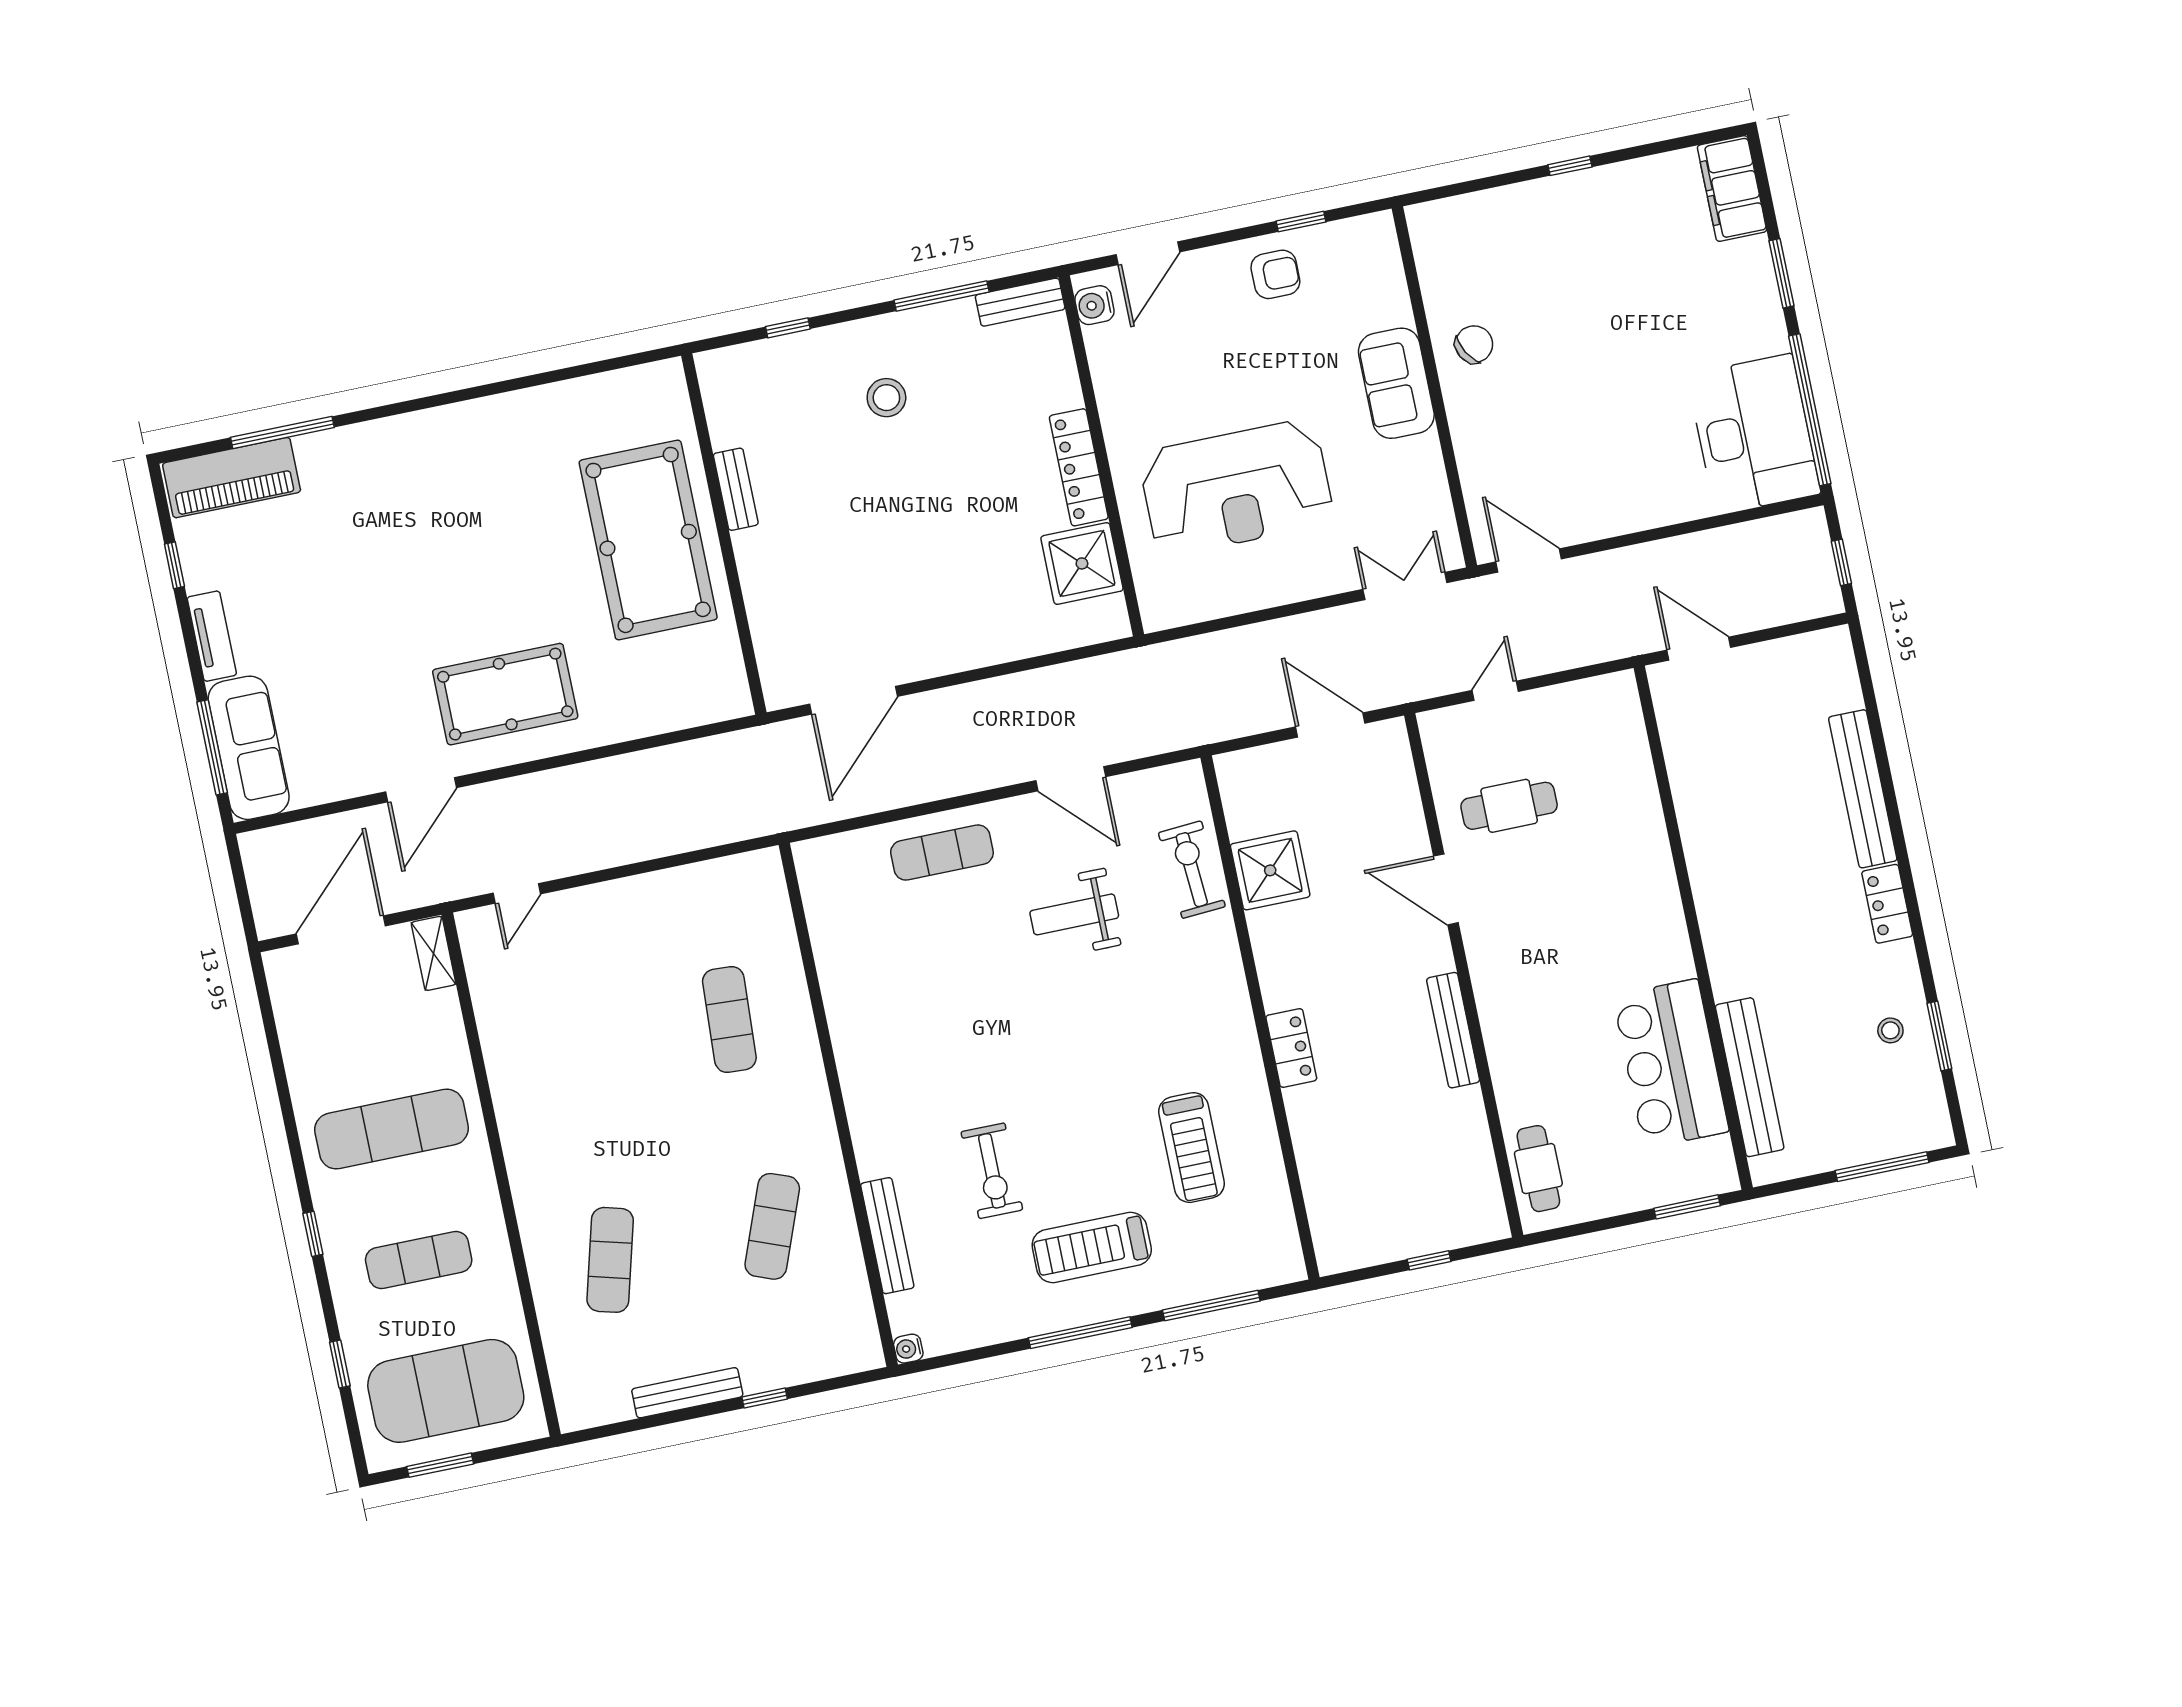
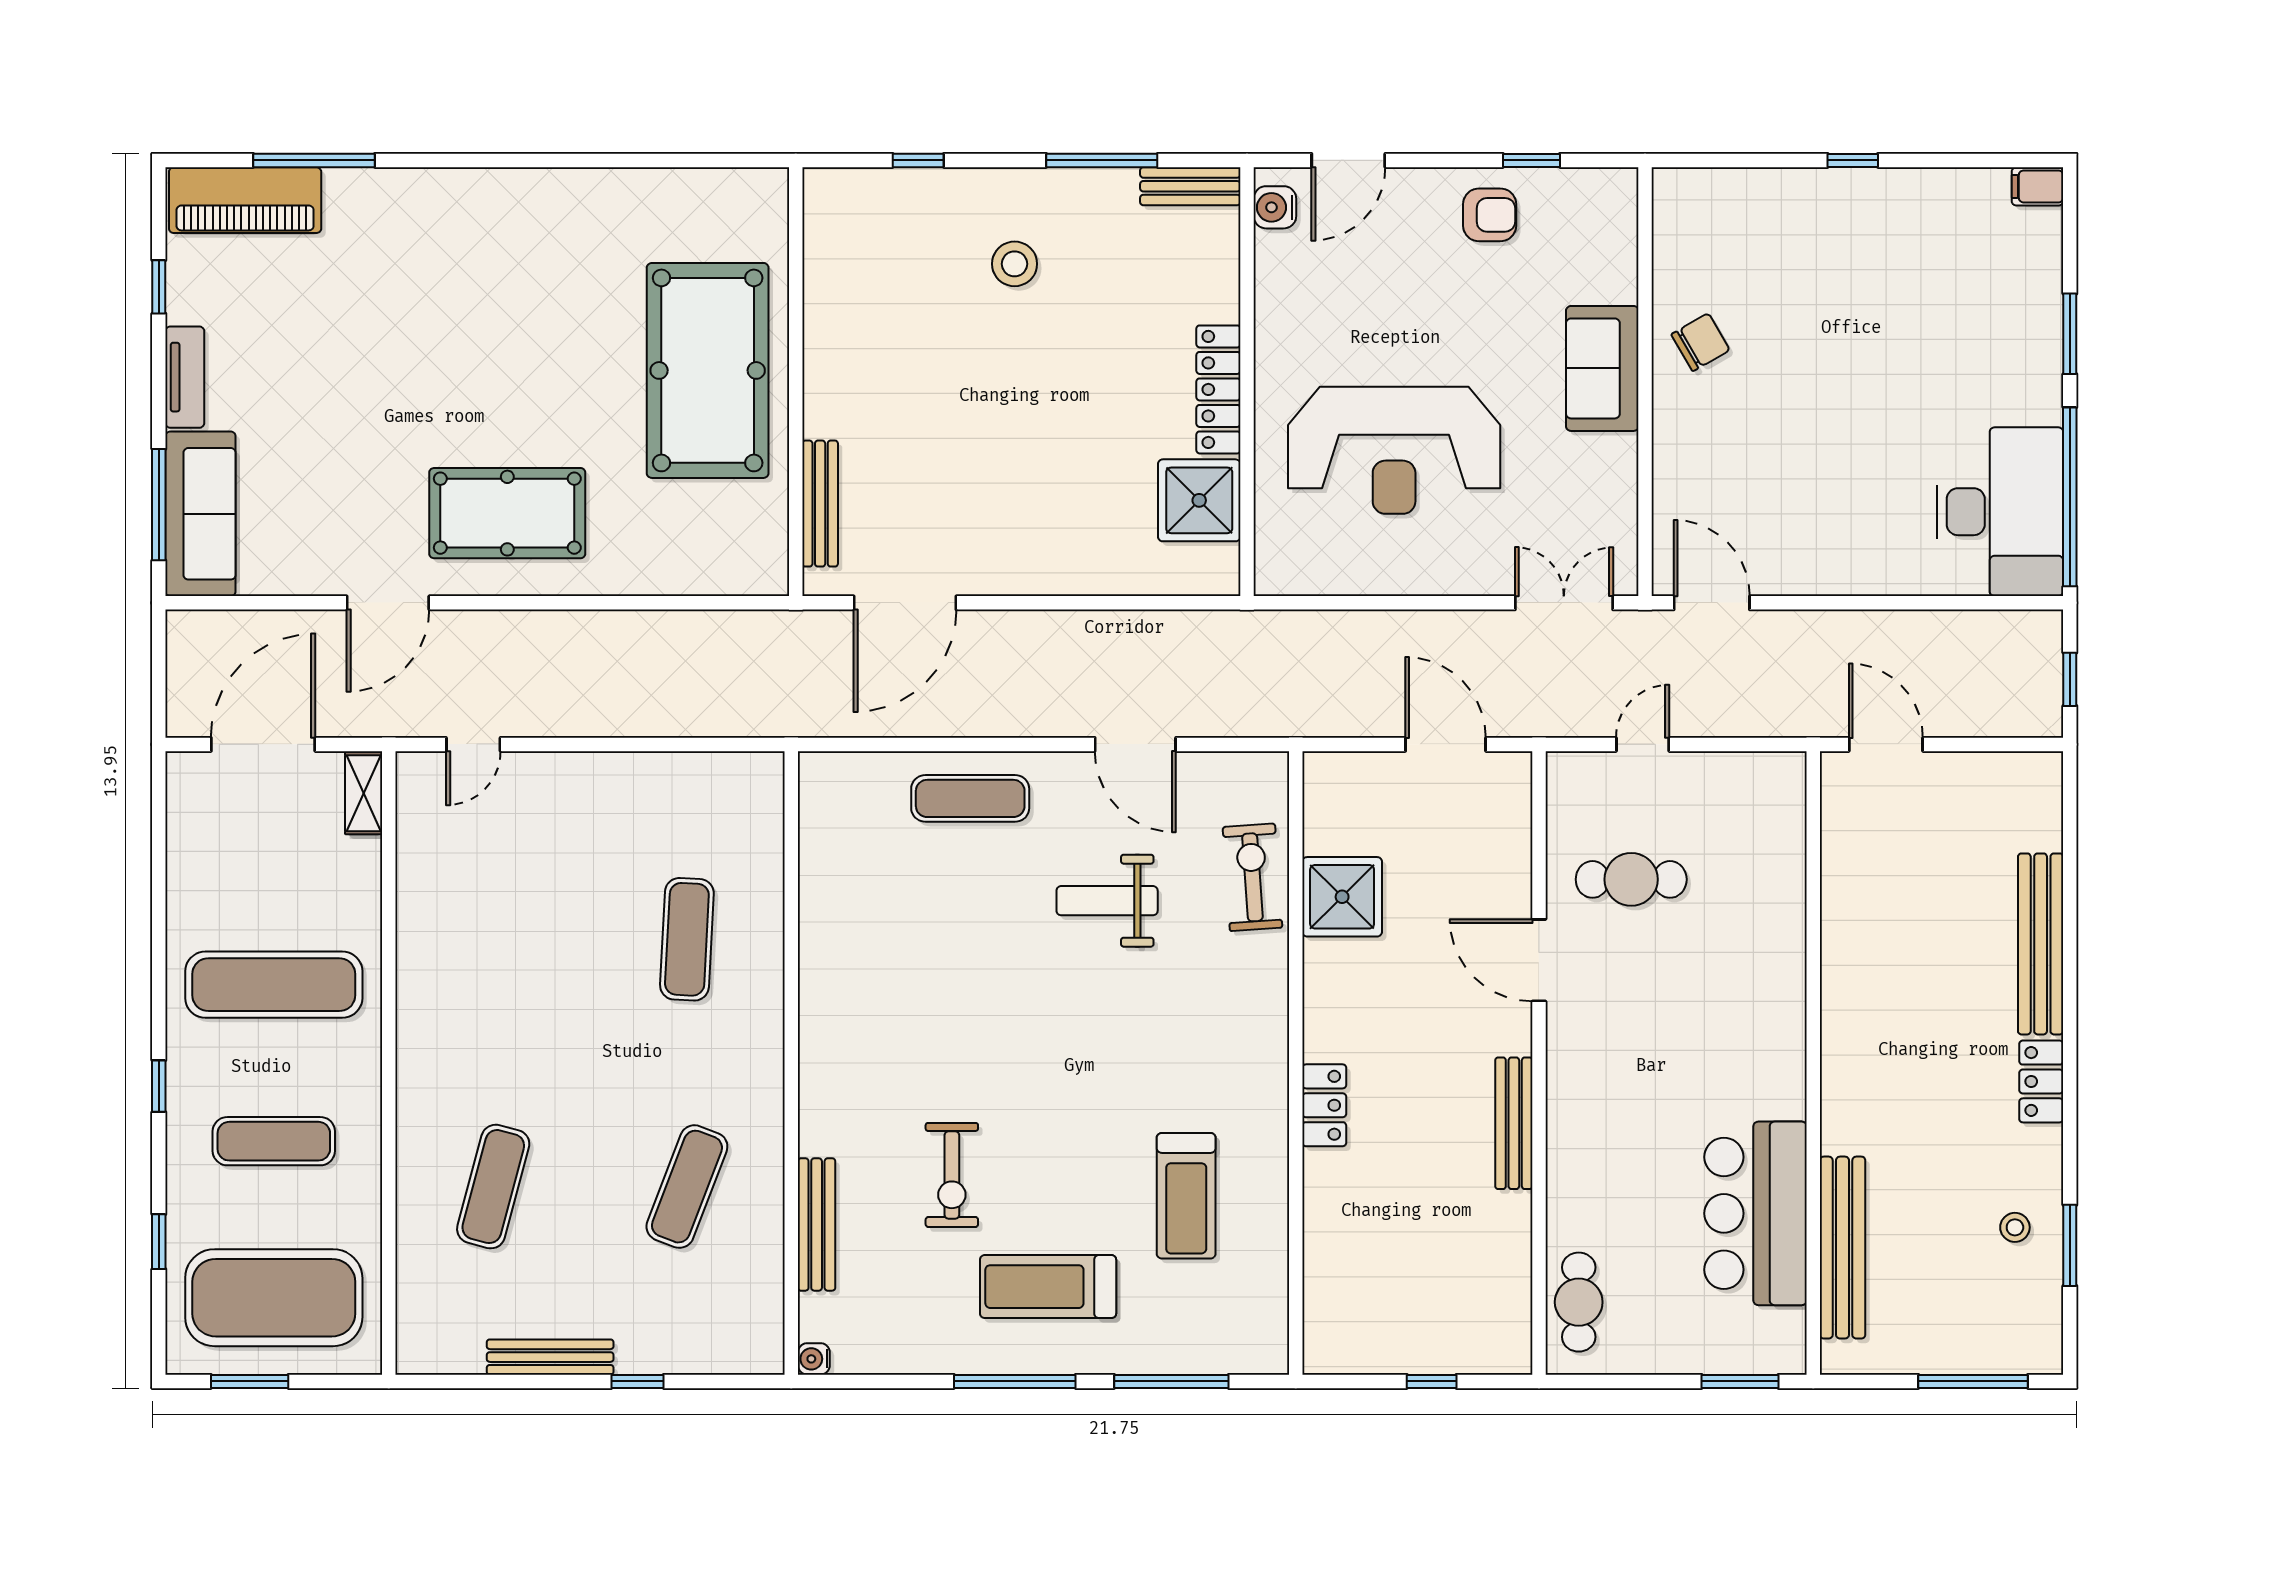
filing cabinet: (1732, 189) -> (2037, 186), width x0.33, depth x0.86
bench: (736, 489) -> (820, 504), moved, width x1.36

